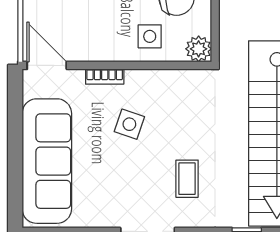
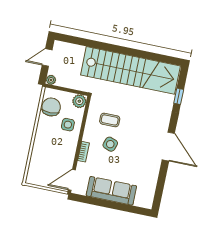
sofa: (47, 161) -> (111, 191), width x0.74, depth x0.79
coffee table: (187, 179) -> (110, 120), moved

